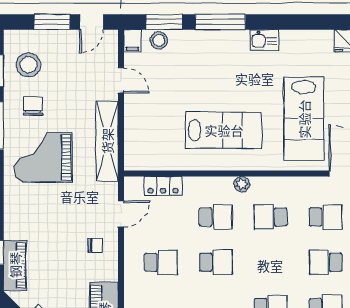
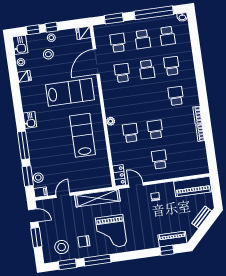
locker: (163, 186) -> (119, 175), moved
school desk: (271, 217) -> (126, 103), removed

